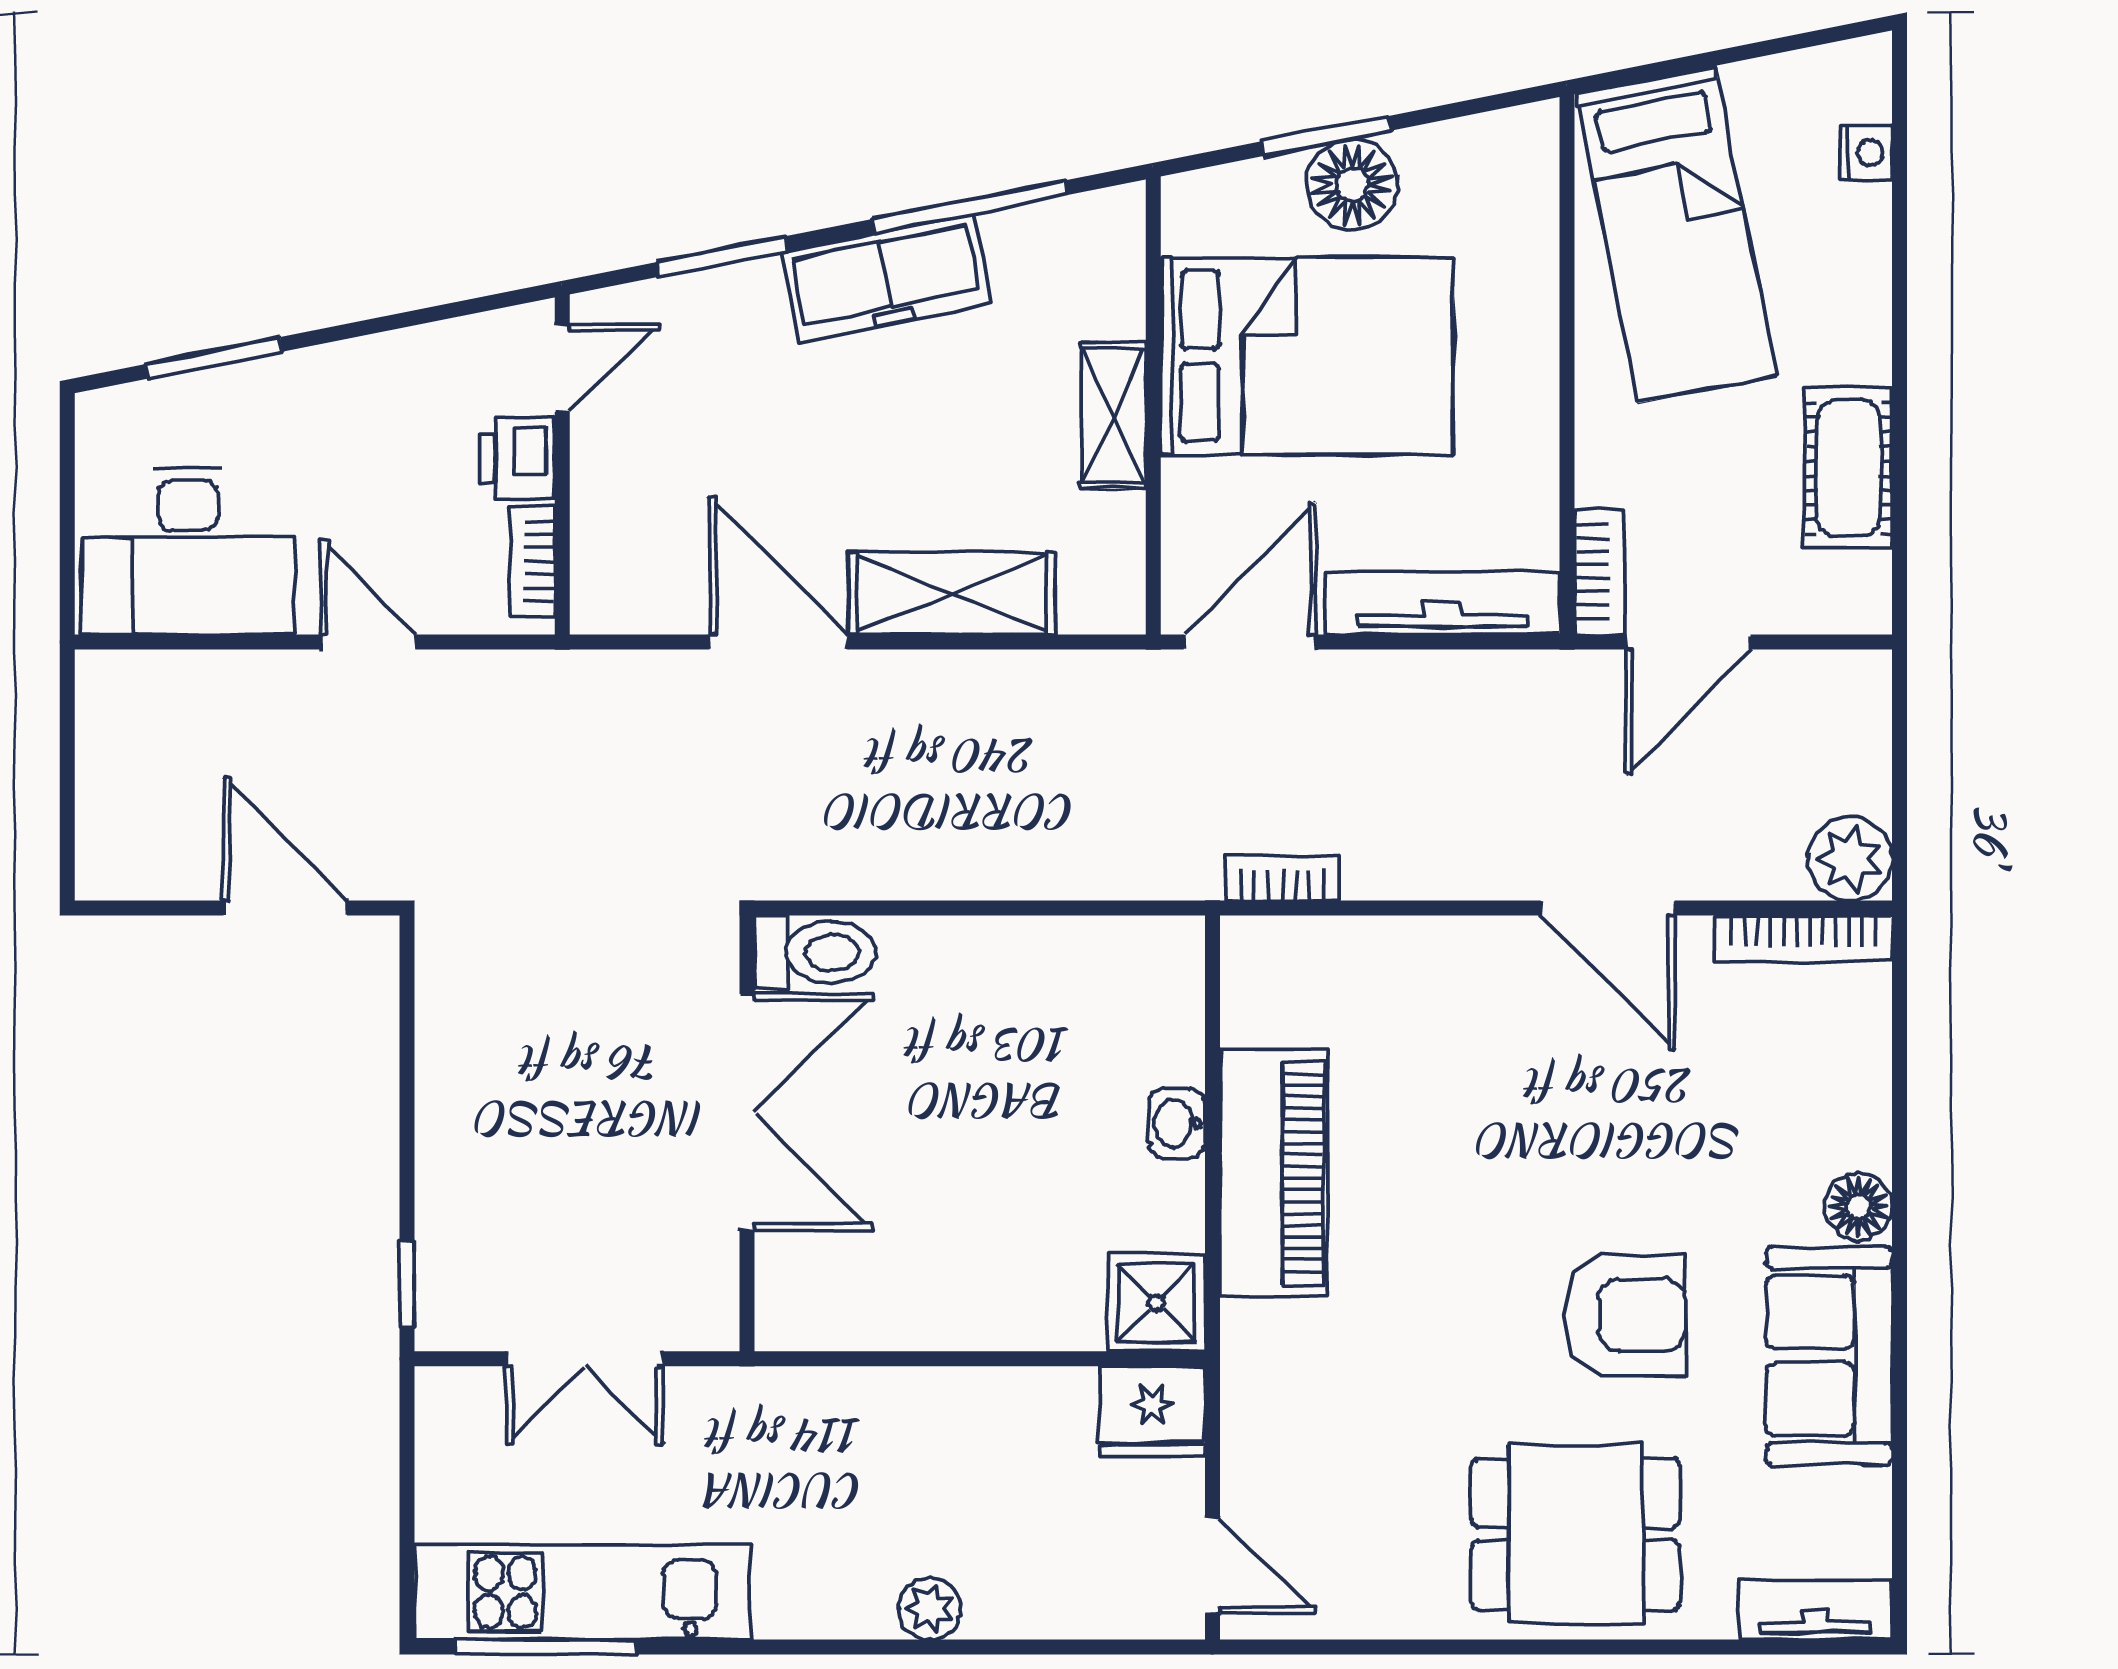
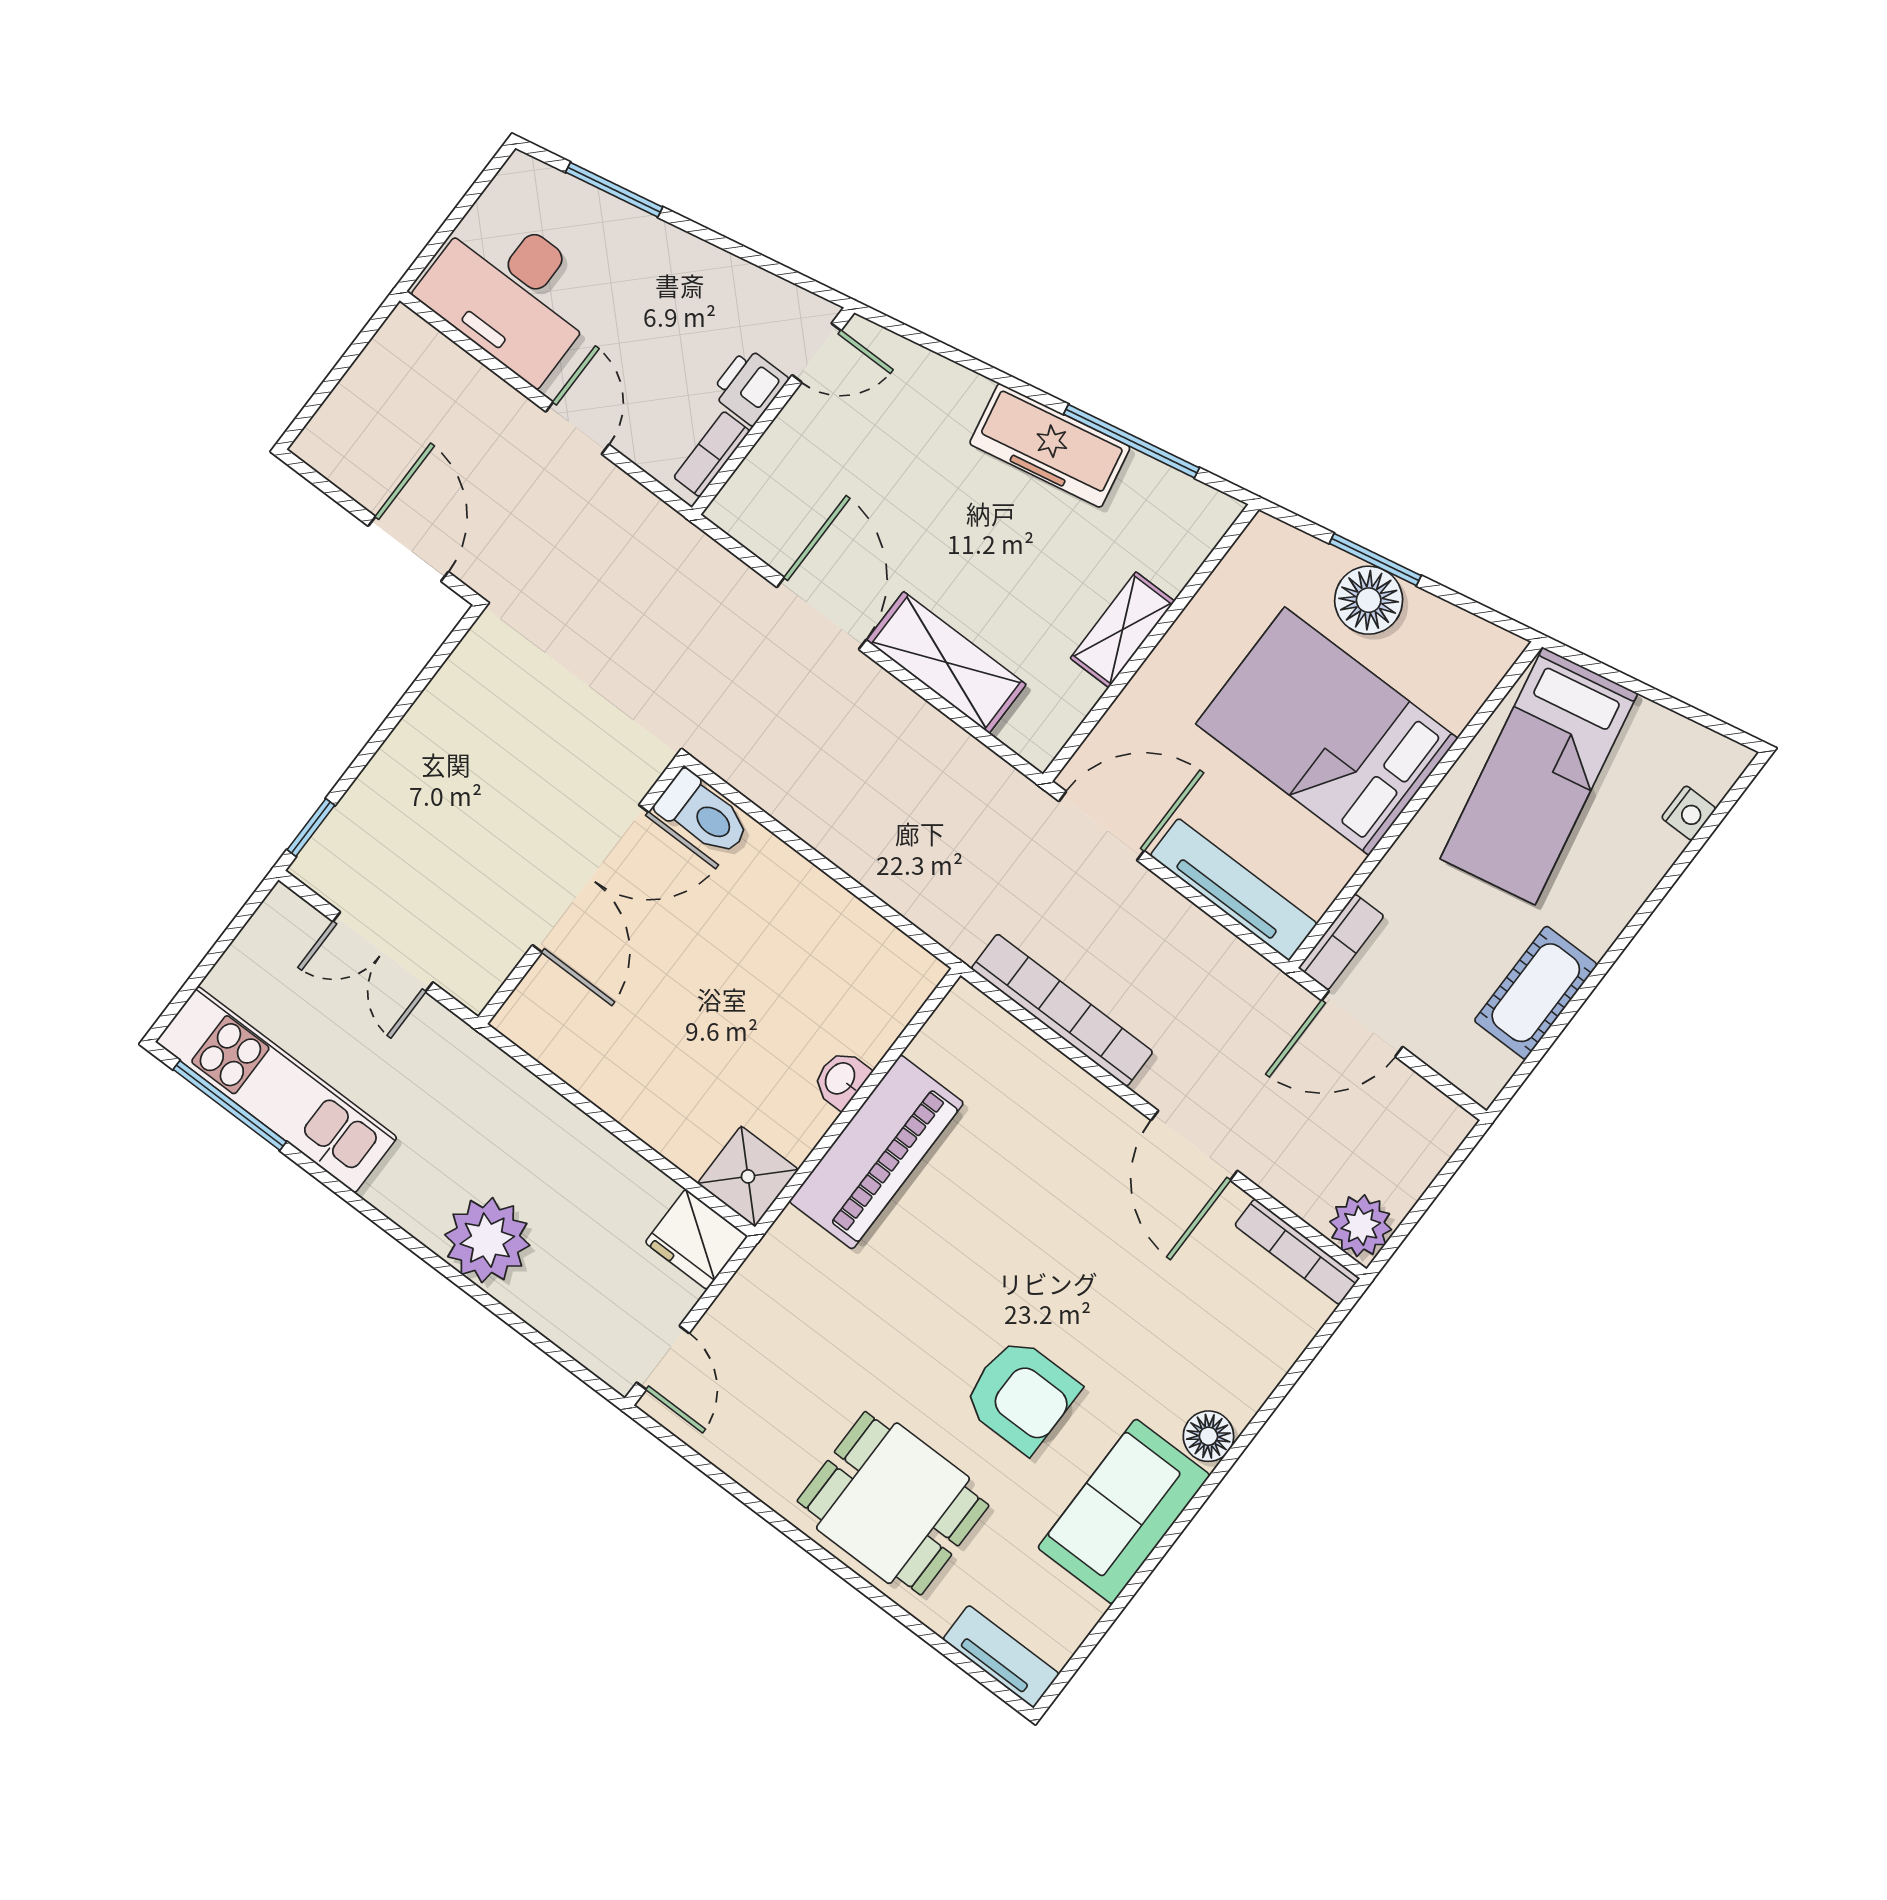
window: (722, 257) -> (962, 359), removed
bed: (1307, 356) -> (1327, 731), moved, turned 180
bookcase: (1282, 878) -> (1062, 1010), width x2.31, depth x1.31
plant: (930, 1609) -> (487, 1240), width x1.87, depth x1.87

